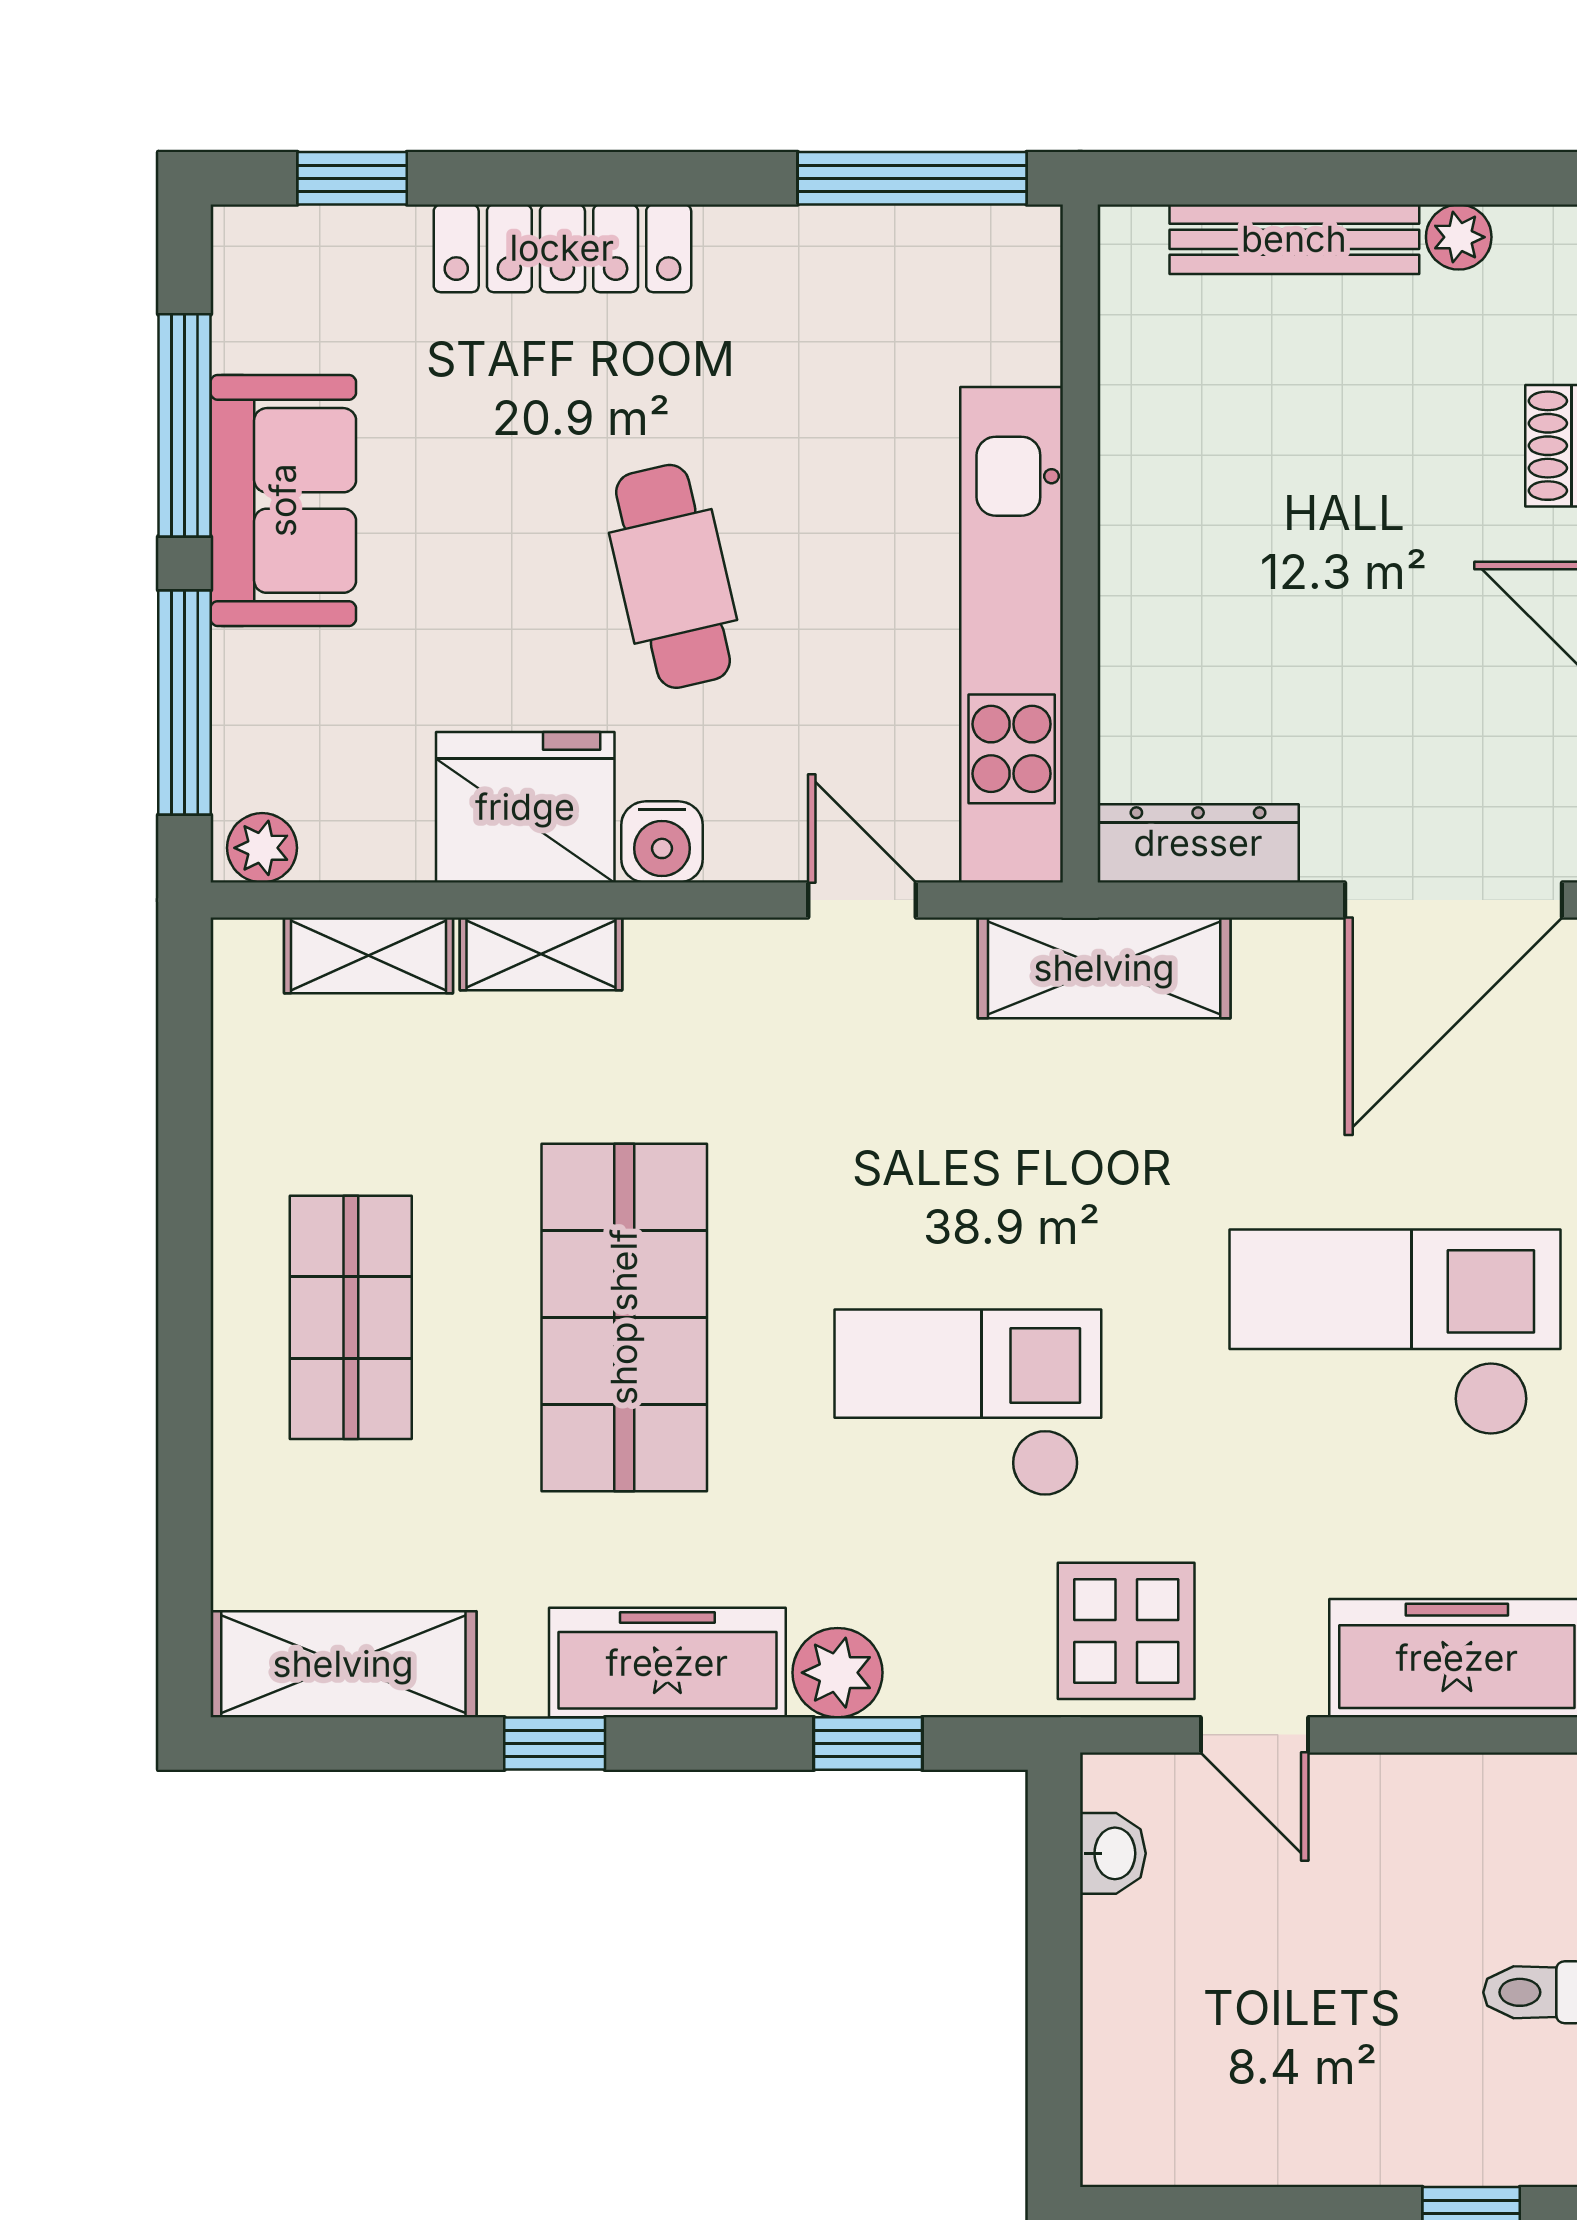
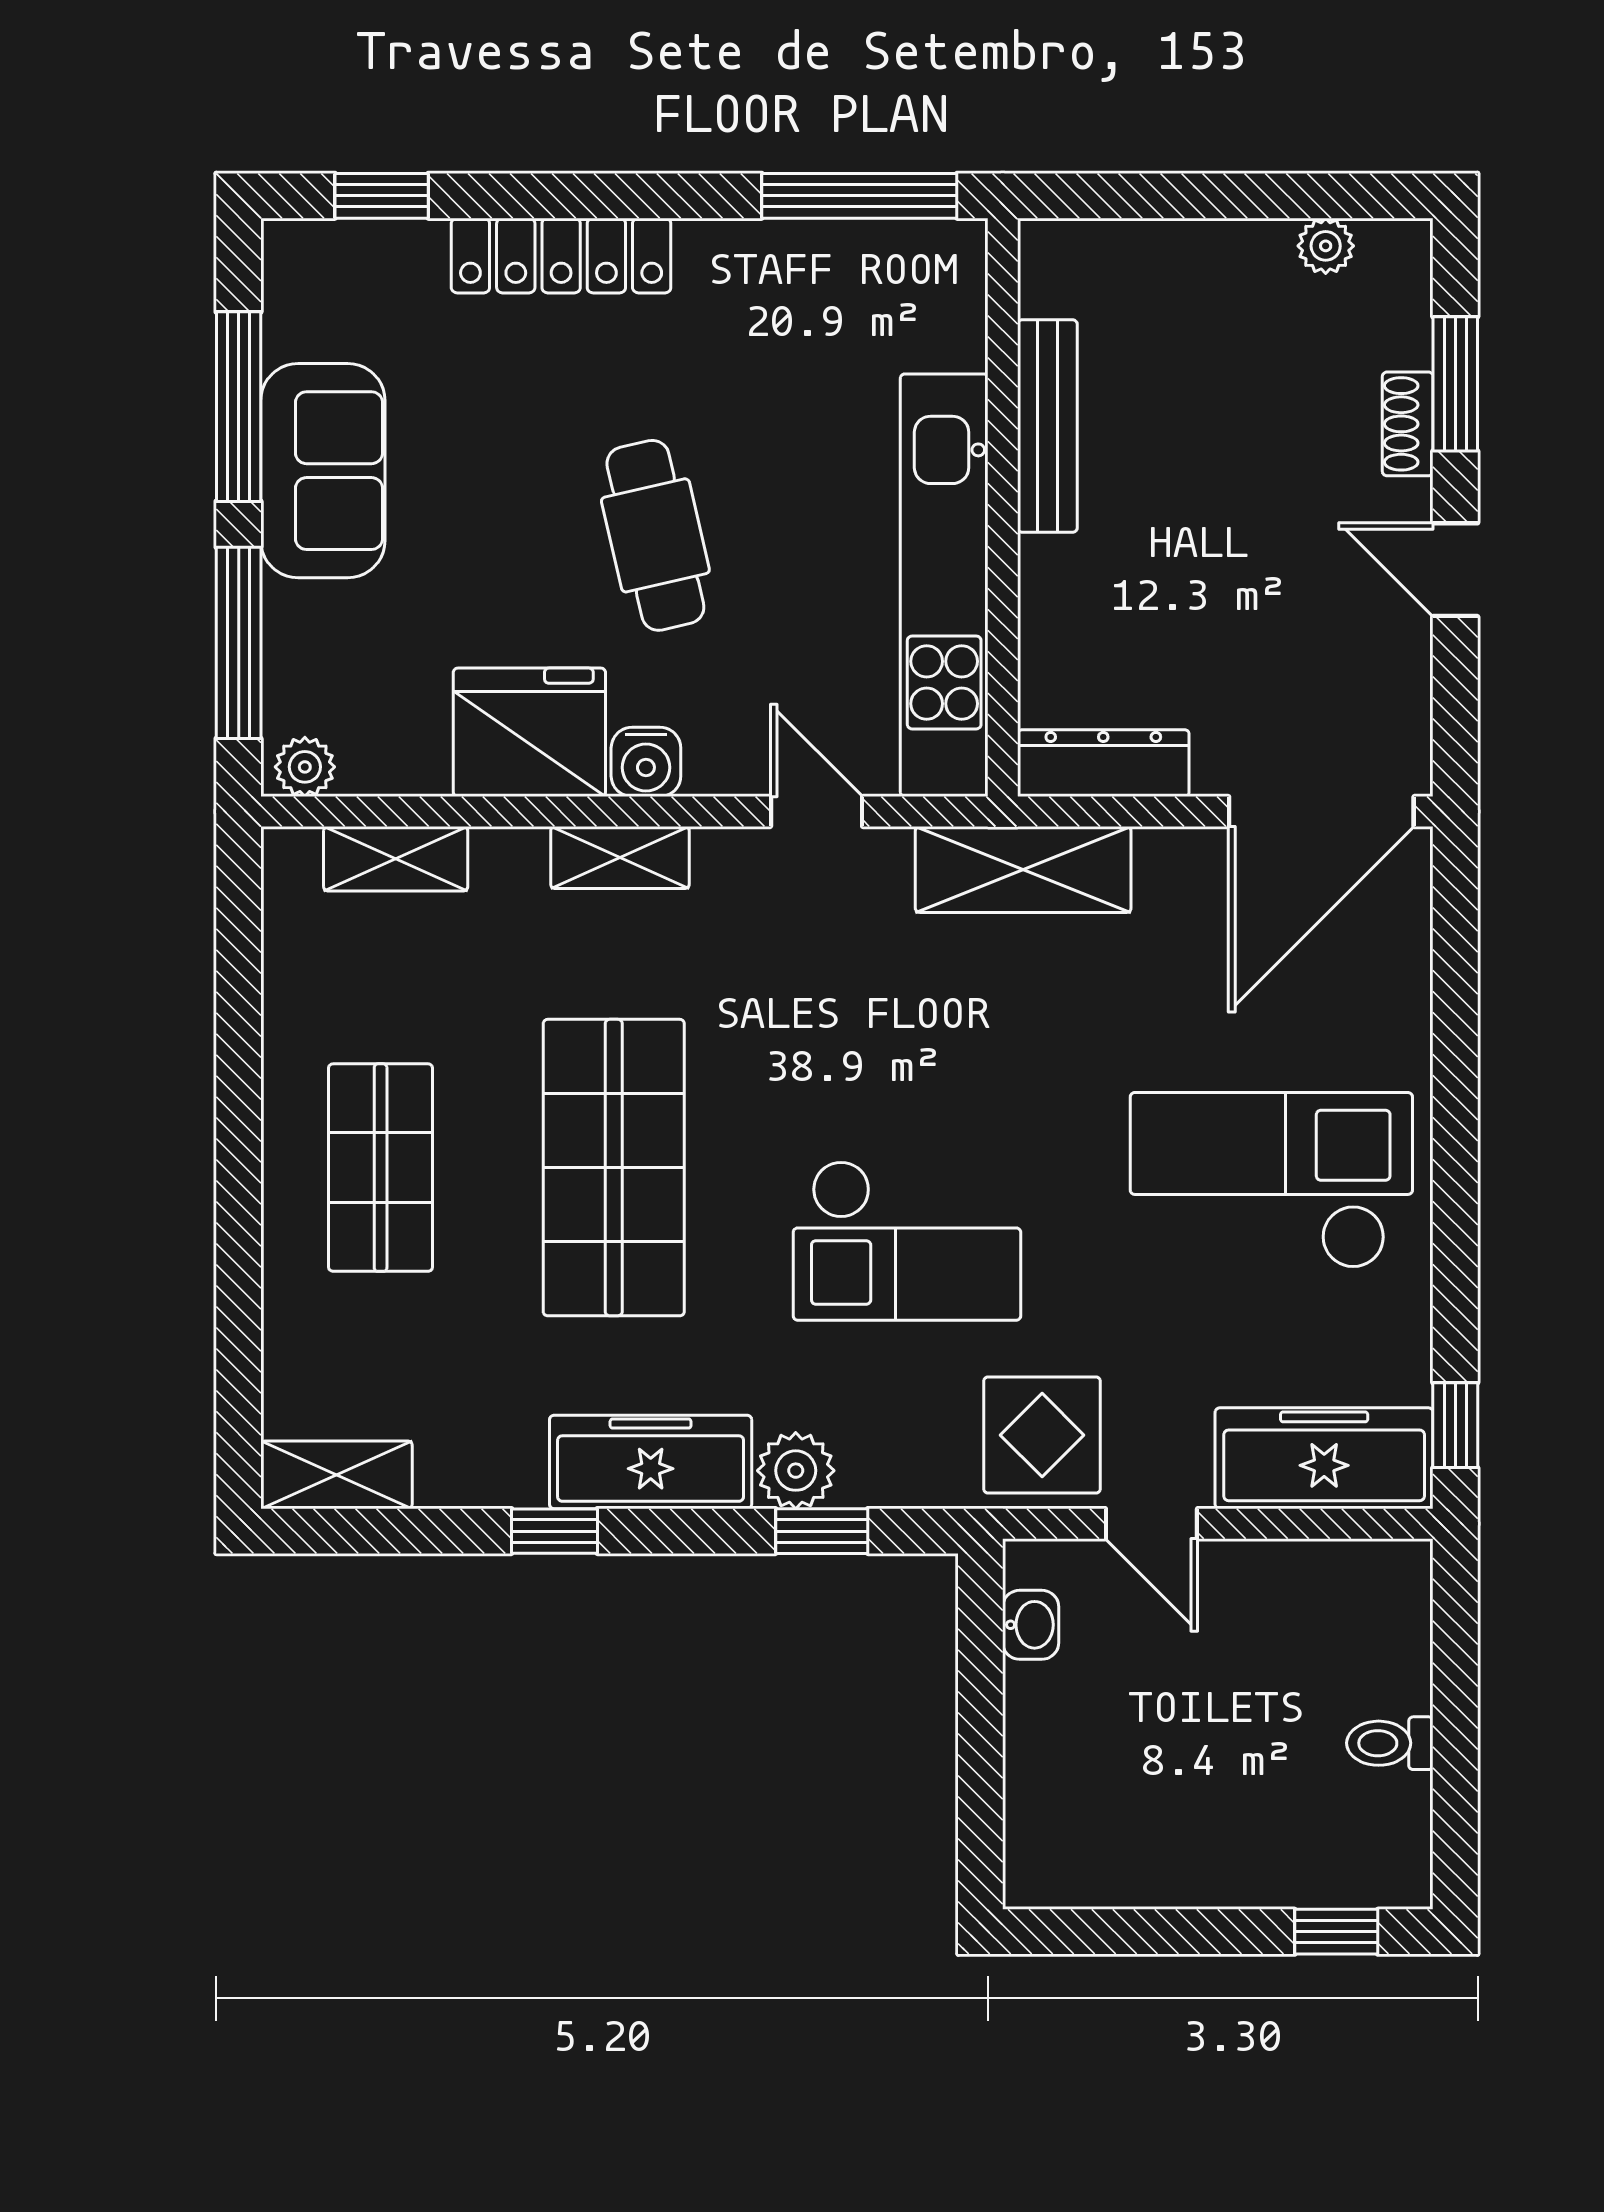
bench: (1294, 239) -> (1047, 426), moved, turned 90
shelving: (541, 954) -> (620, 857), moved
checkout: (968, 1403) -> (907, 1241), turned 180
shelving: (343, 1664) -> (336, 1475), width x0.67, depth x0.75

